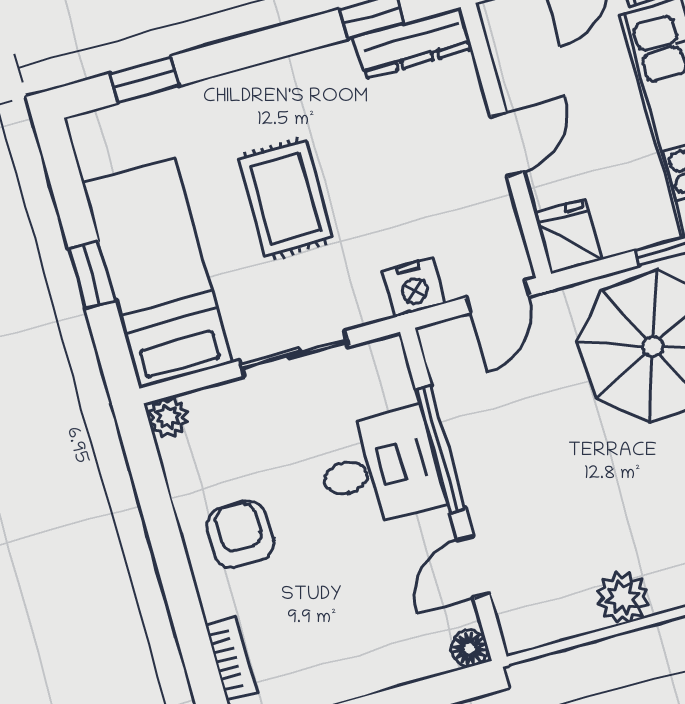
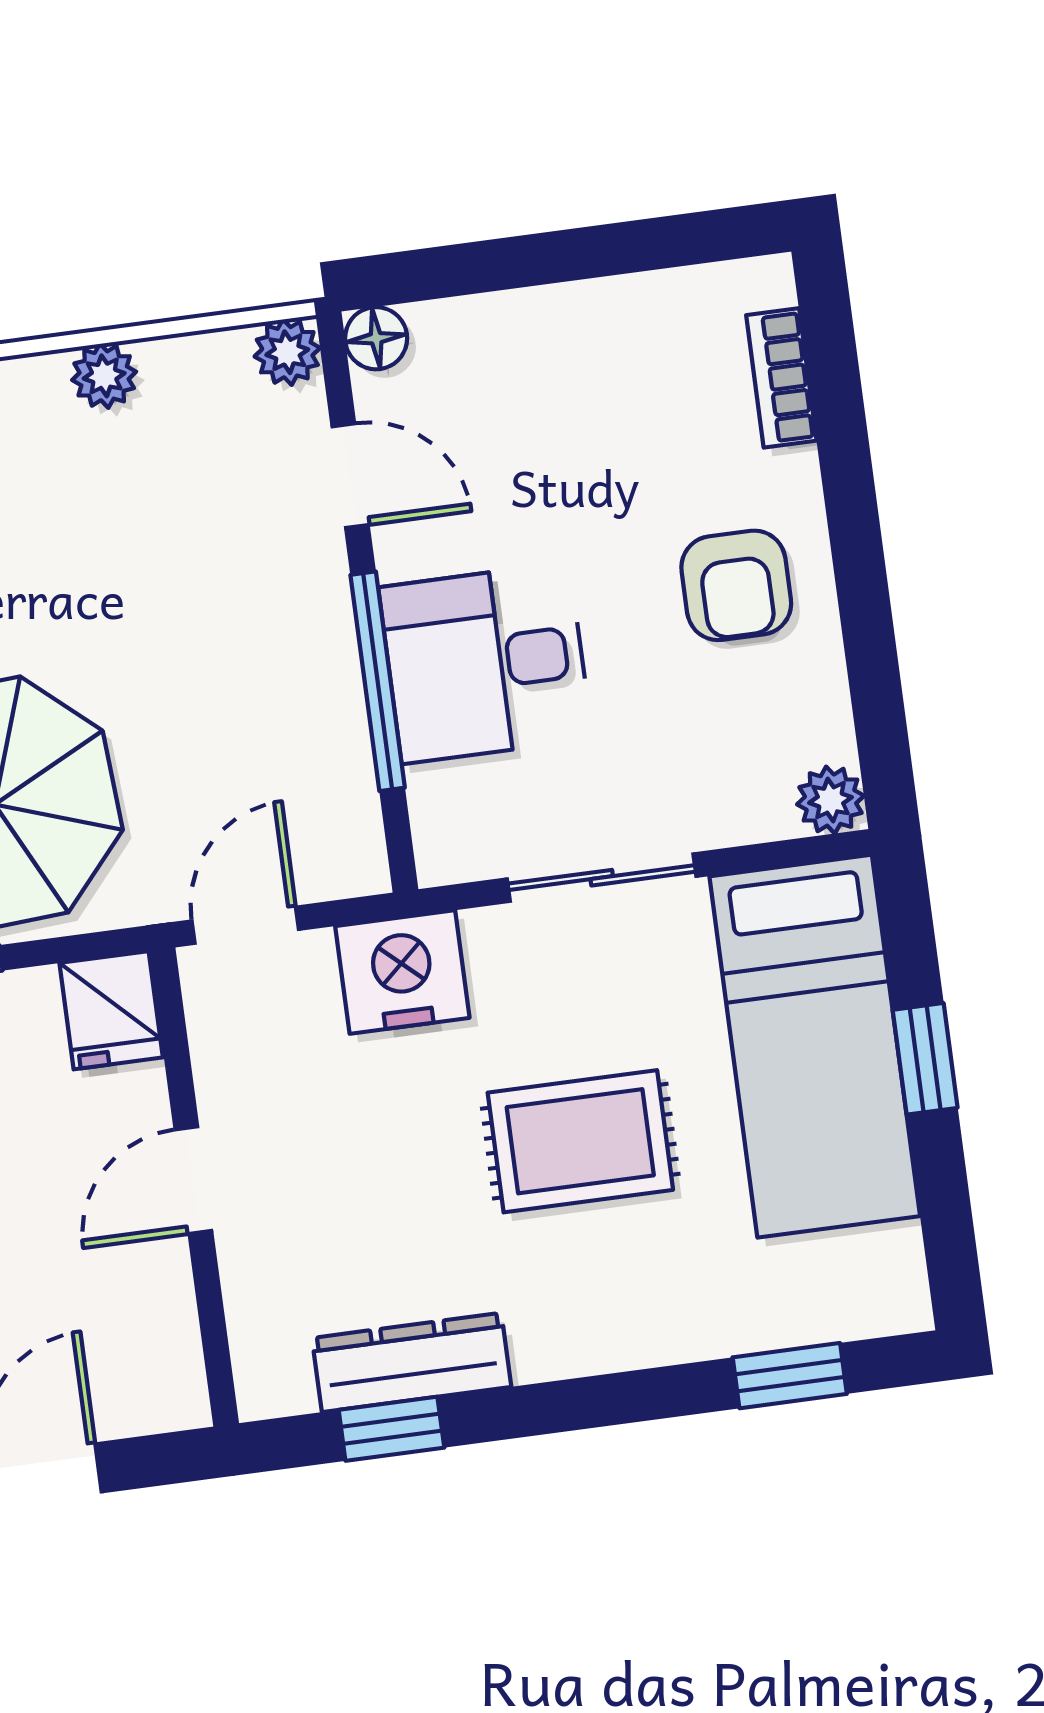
dresser: (413, 43) -> (412, 1362), moved
rug: (285, 199) -> (580, 1141), turned 90
nightstand: (414, 287) -> (402, 972), width x1.36, depth x1.33
door: (473, 566) -> (350, 476), hinge flipped
plant: (623, 597) -> (104, 376), width x0.73, depth x0.73
plant: (520, 633) -> (287, 352), added

